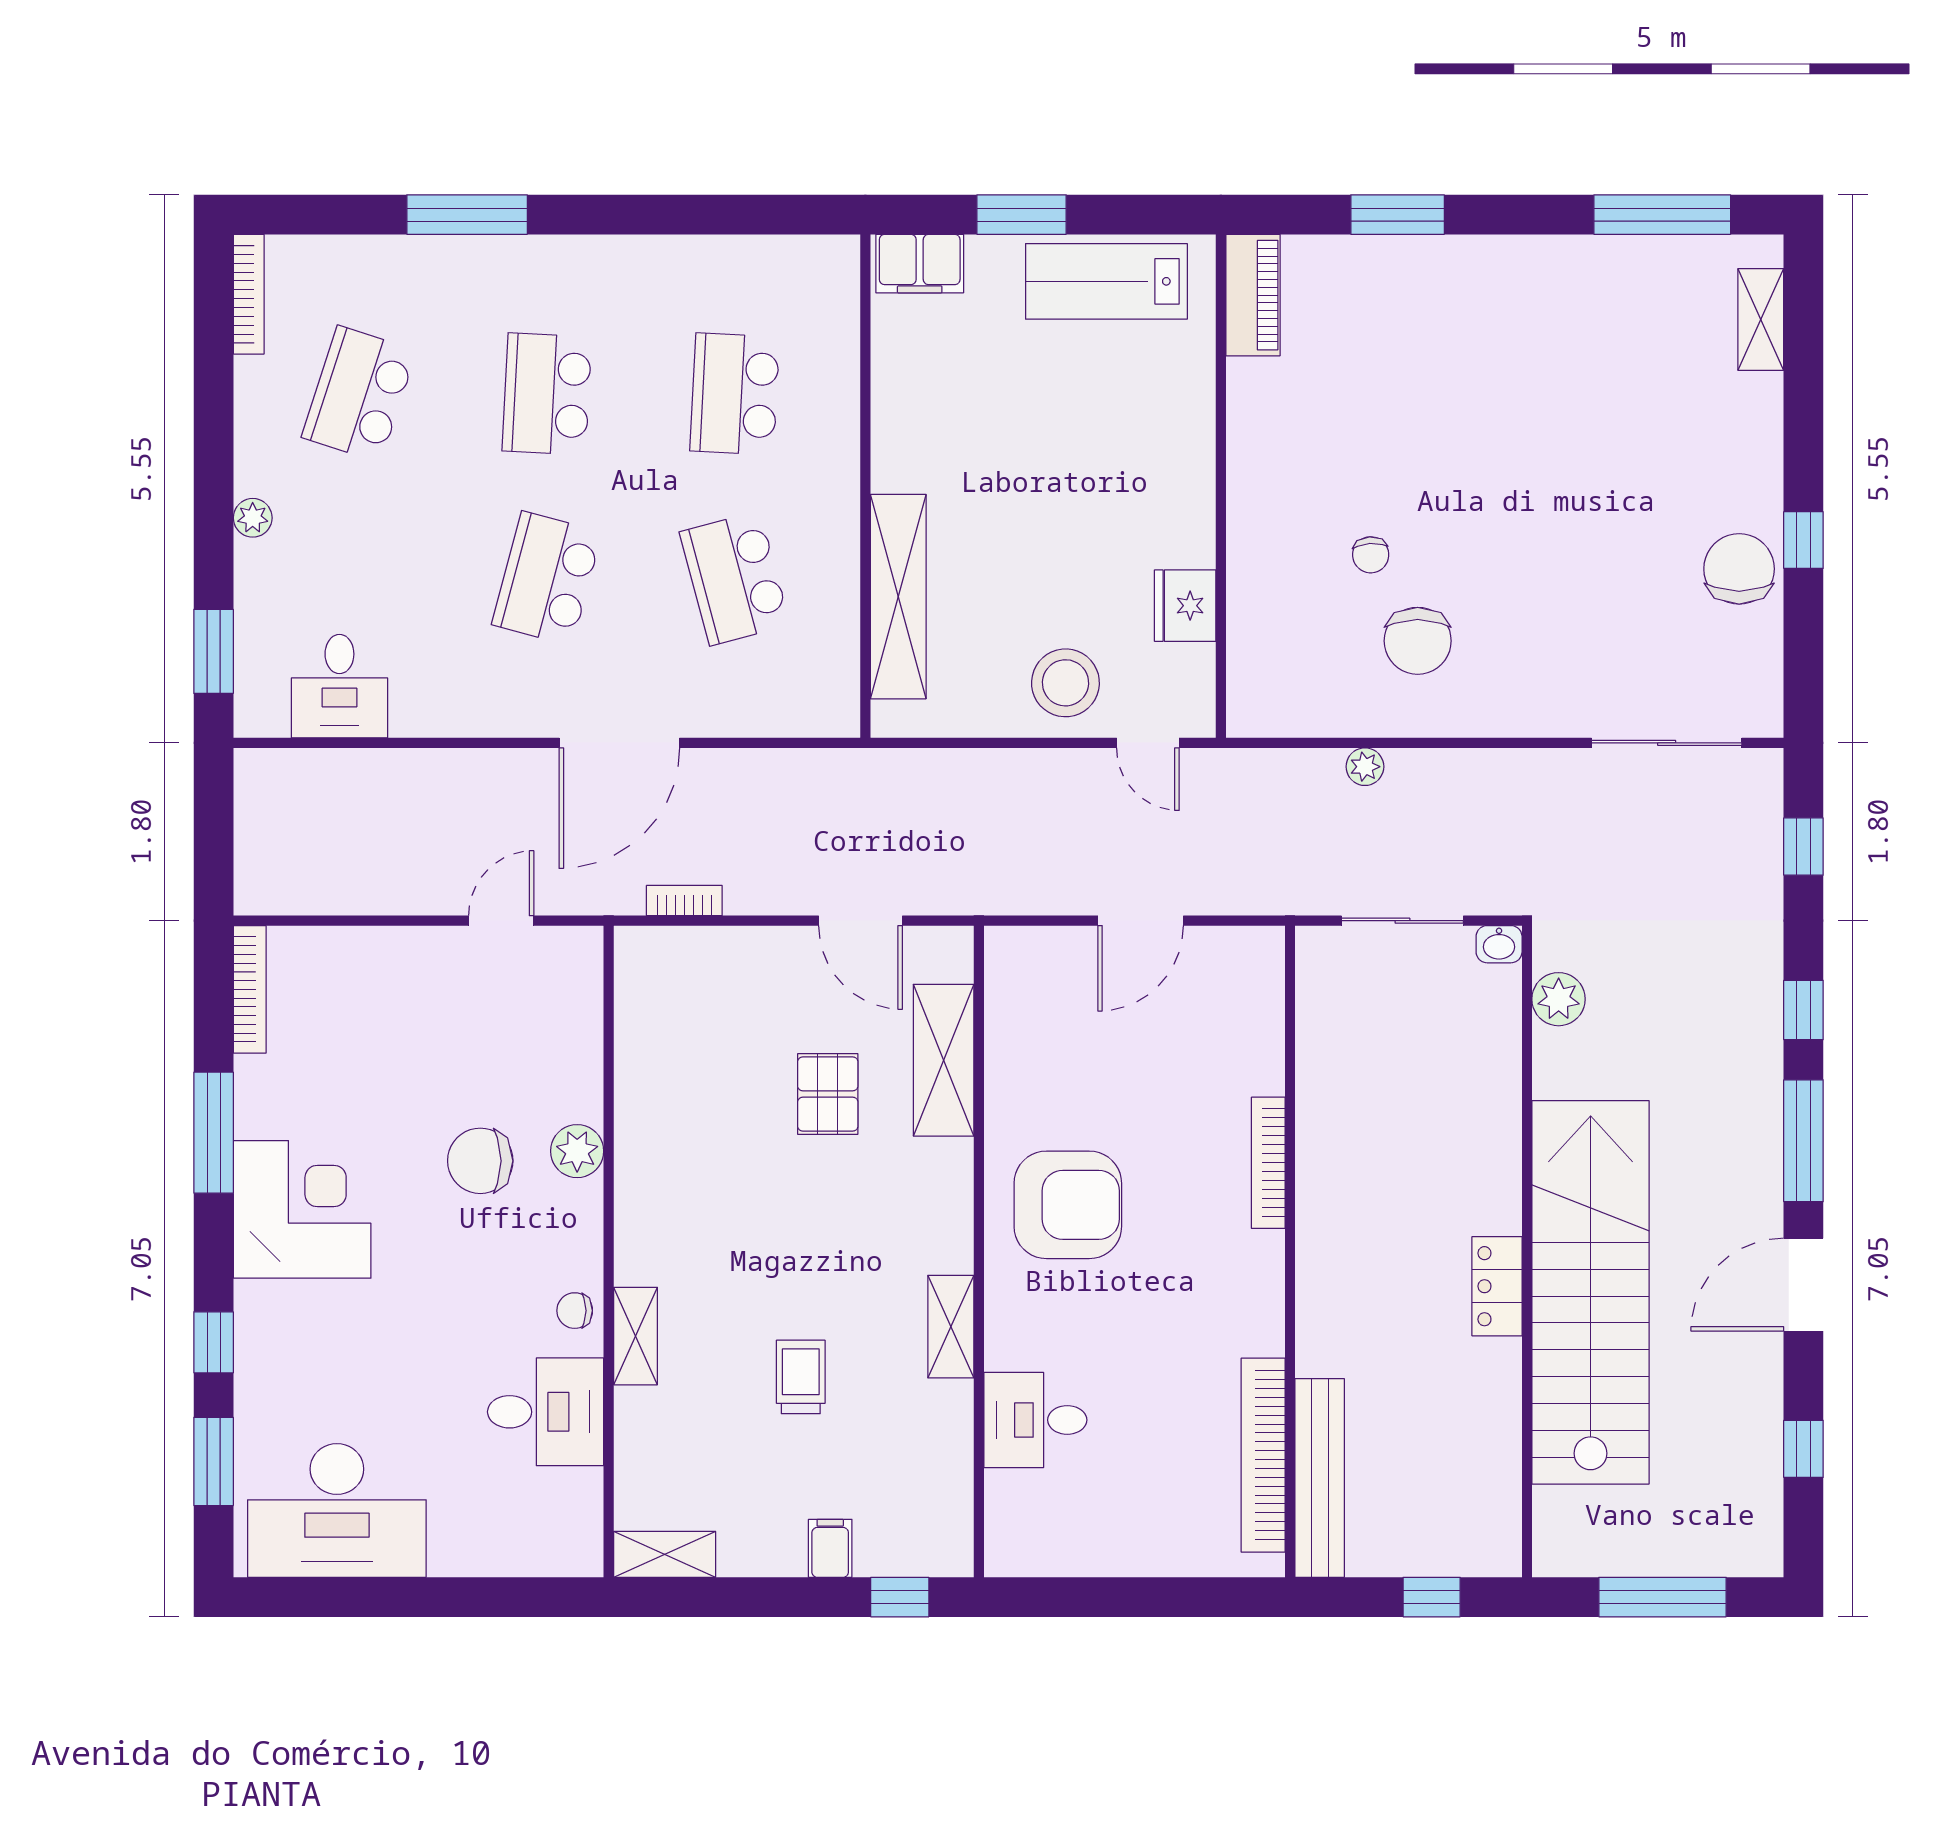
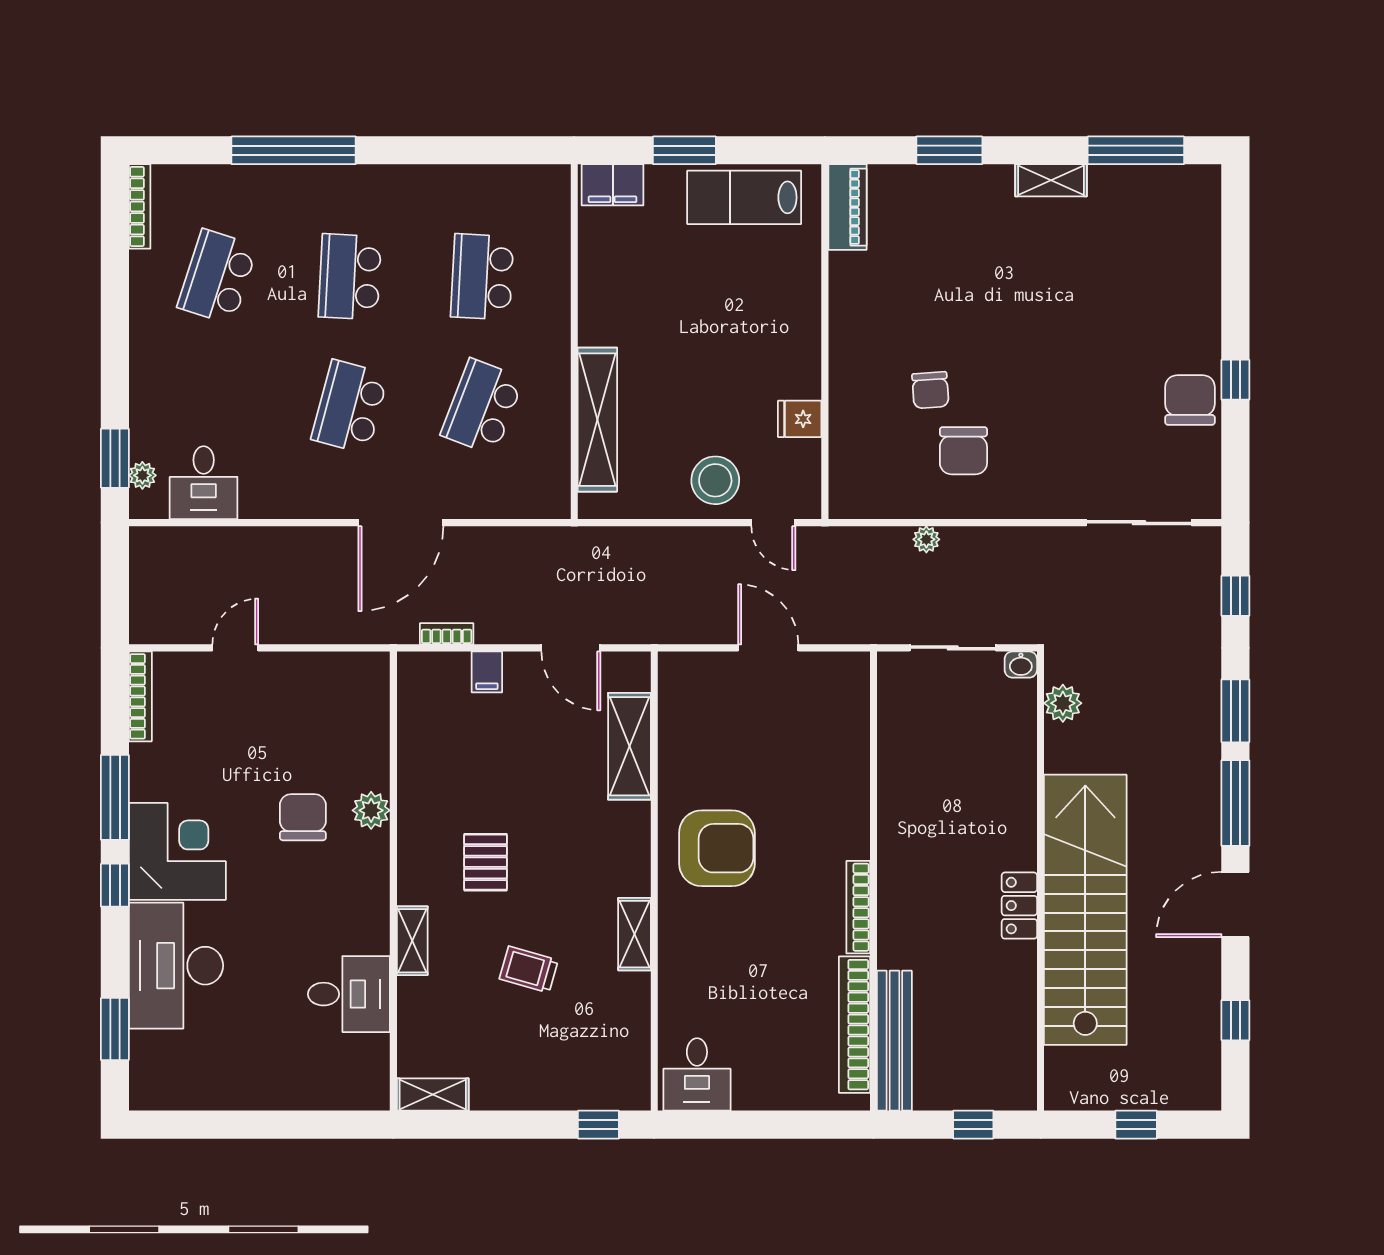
window: (467, 215) -> (294, 150), width x1.46
shelving: (1761, 319) -> (1051, 180), moved, turned 90
plant: (253, 518) -> (142, 475), moved
chair: (1371, 555) -> (930, 390), width x1.37, depth x1.37
school desk: (735, 578) -> (482, 407), turned 36
fridge: (1185, 606) -> (800, 419), width x0.72
door: (501, 921) -> (235, 648), moved
door: (1141, 921) -> (768, 648), swing flipped
window: (1803, 1010) -> (1235, 711), width x1.50
pallet: (828, 1094) -> (485, 862), moved
chair: (480, 1161) -> (303, 817), turned 90
bookcase: (1268, 1163) -> (858, 907), moved
chair: (575, 1311) -> (369, 923), removed
window: (214, 1342) -> (115, 885), moved
trolley: (801, 1377) -> (529, 969), turned -74
desk: (1035, 1420) -> (697, 1074), moved, turned -90
desk: (337, 1510) -> (176, 966), moved, turned 90
filing cabinet: (830, 1548) -> (487, 672), moved, turned 180
window: (1663, 1597) -> (1136, 1125), width x0.46

